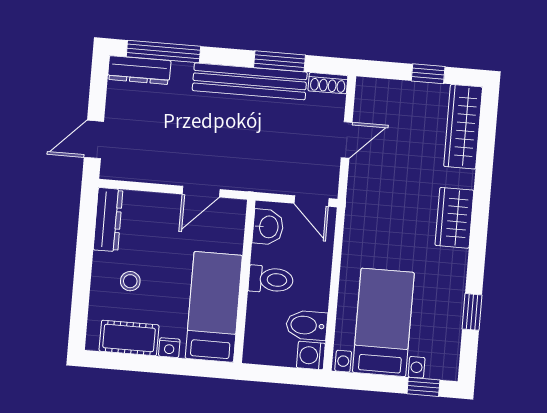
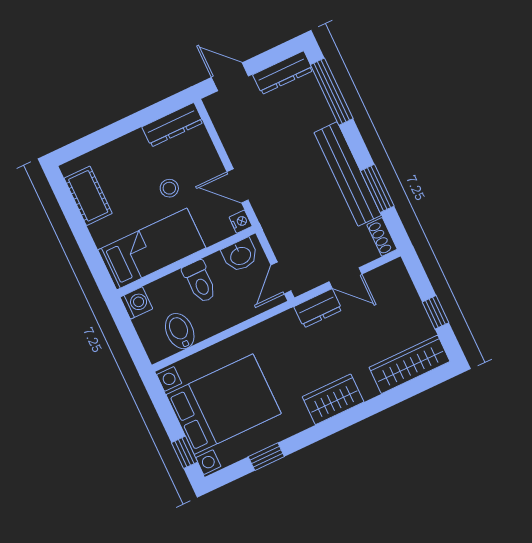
dresser: (139, 70) -> (283, 73), moved, turned -90
dresser: (360, 182) -> (318, 308), added
stool: (130, 281) -> (169, 188), moved
bed with nightstands: (383, 322) -> (224, 404), width x1.36
nightstand: (169, 348) -> (241, 222), moved, turned 180
washing machine: (311, 355) -> (136, 303), moved, turned 90

